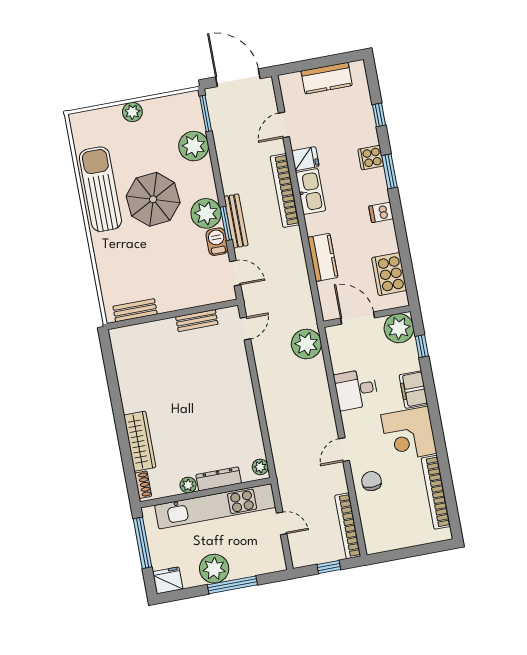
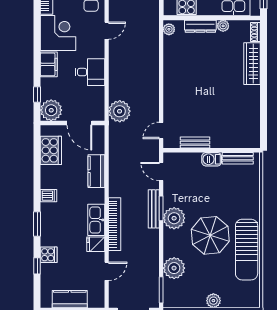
cooker: (371, 158) -> (49, 255), moved
barbecue: (217, 242) -> (212, 159), moved, turned 90

